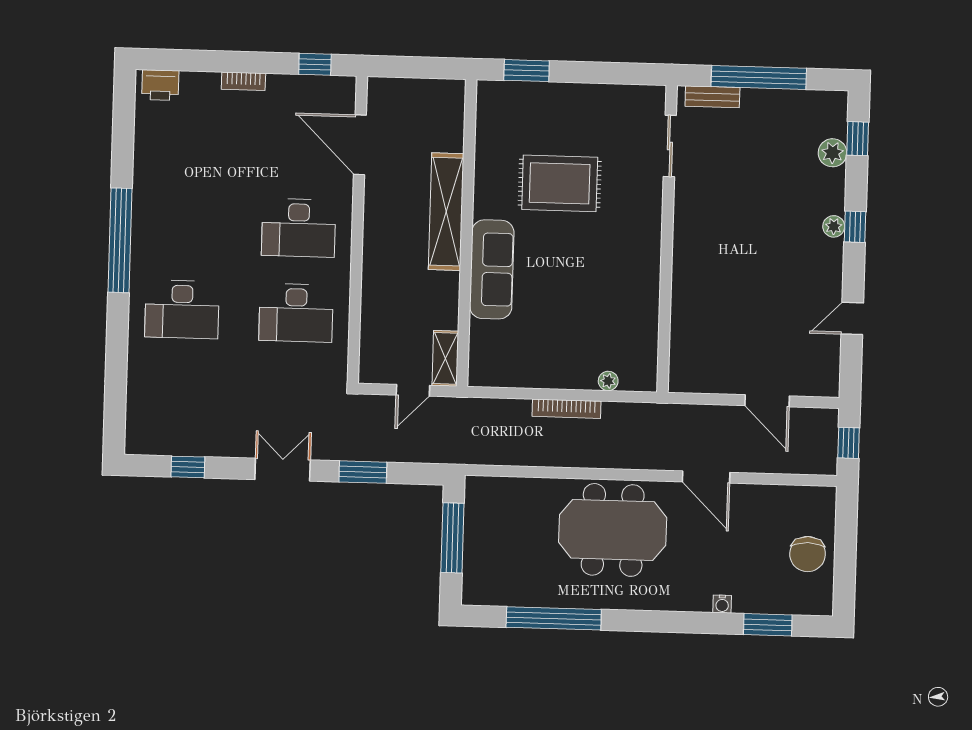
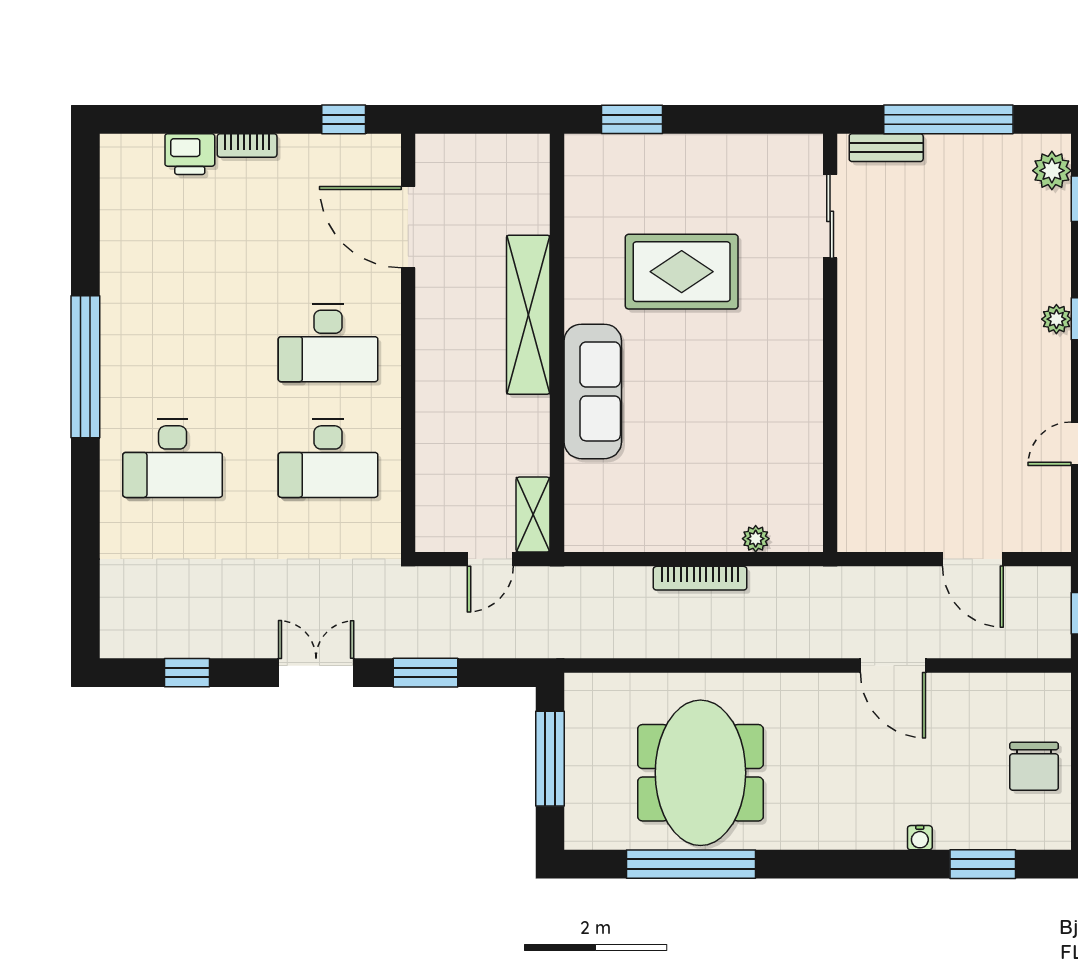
printer: (160, 85) -> (190, 154), moved
plant: (833, 153) -> (1052, 171), moved
meeting table: (613, 530) -> (700, 773), moved, turned 90

